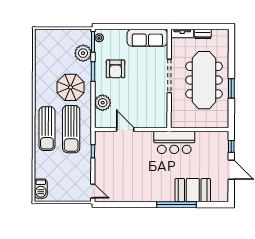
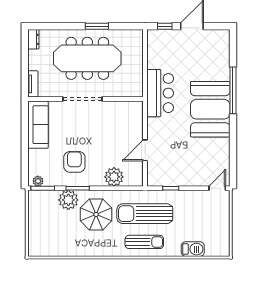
dresser: (203, 34) -> (33, 39), moved
plant: (83, 53) -> (68, 200), moved
armchair: (116, 69) -> (74, 162), turned -90
sun lounger: (47, 129) -> (144, 242), width x0.73, depth x0.75
sun lounger: (71, 129) -> (145, 214), turned 180
barbecue: (41, 189) -> (193, 249), moved
booth: (193, 190) -> (210, 109), moved, width x1.36, depth x1.42

